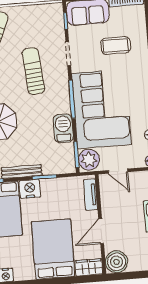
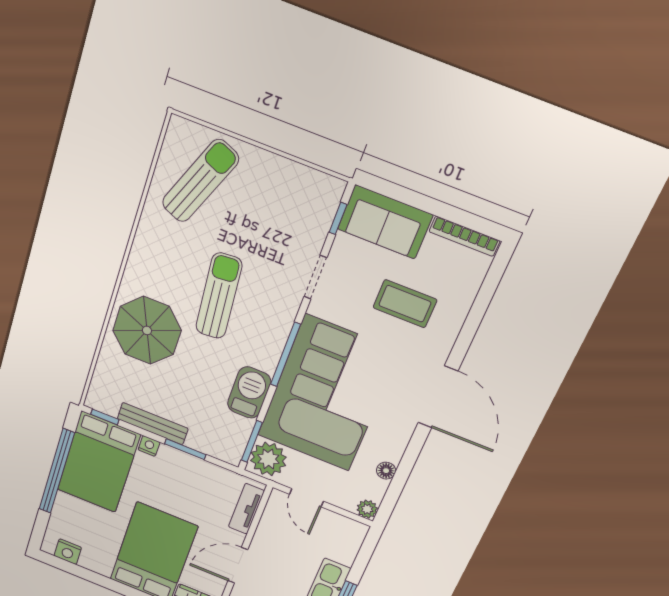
sun lounger: (33, 71) -> (219, 296), moved
nightstand: (30, 189) -> (149, 446), width x0.53, depth x0.56

